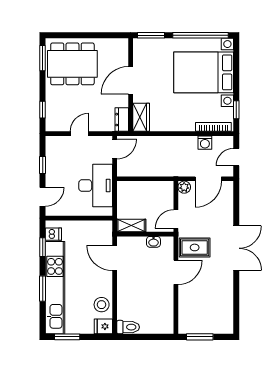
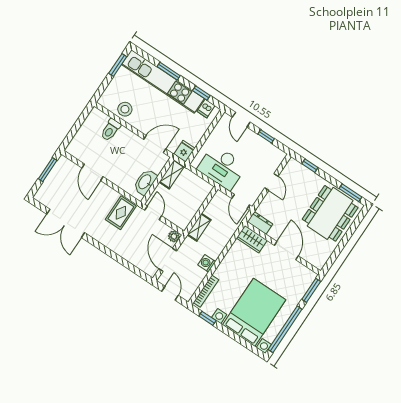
washing machine: (205, 143) -> (207, 263), moved
shelving: (161, 170) -> (199, 227), added
washbasin: (153, 242) -> (145, 182), width x1.91, depth x1.45
double door: (236, 248) -> (66, 223), moved
door: (176, 272) -> (92, 172), moved
fridge: (103, 326) -> (184, 151), moved
toilet: (128, 327) -> (110, 130), moved

